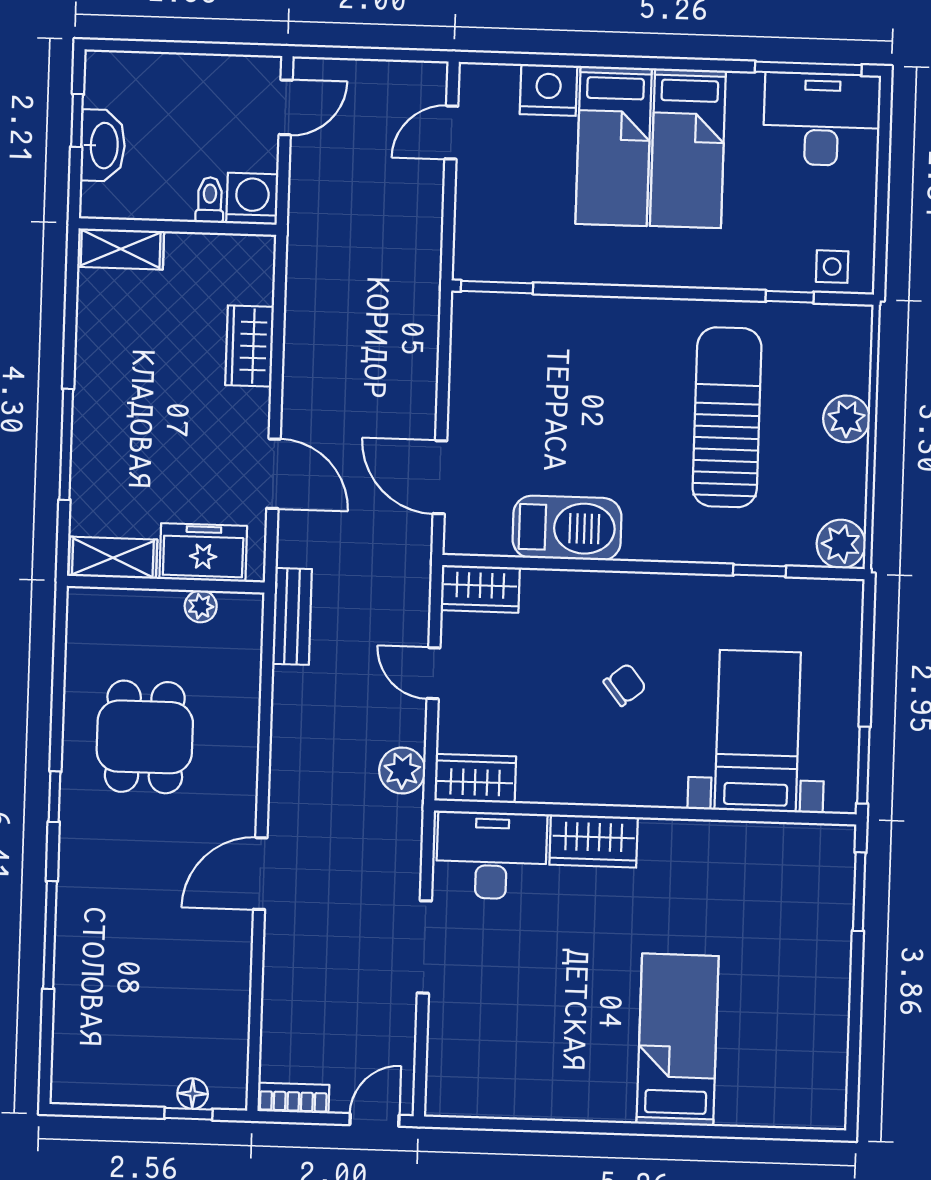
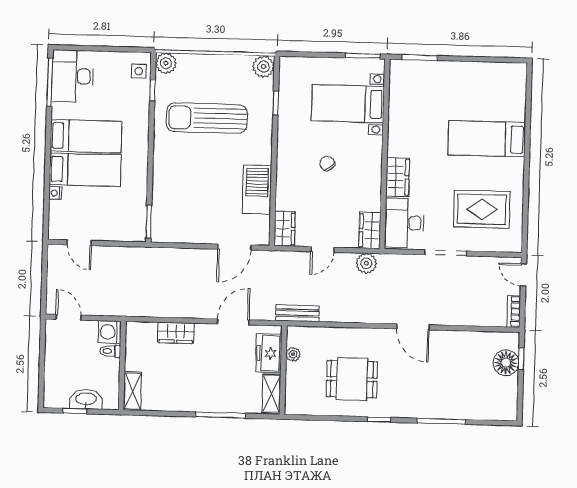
nightstand: (549, 90) -> (55, 193), width x0.53, depth x0.56
plant: (847, 419) -> (166, 63), moved
rug: (521, 1028) -> (482, 209), added
floor lamp: (193, 1094) -> (506, 363), width x1.89, depth x1.89

